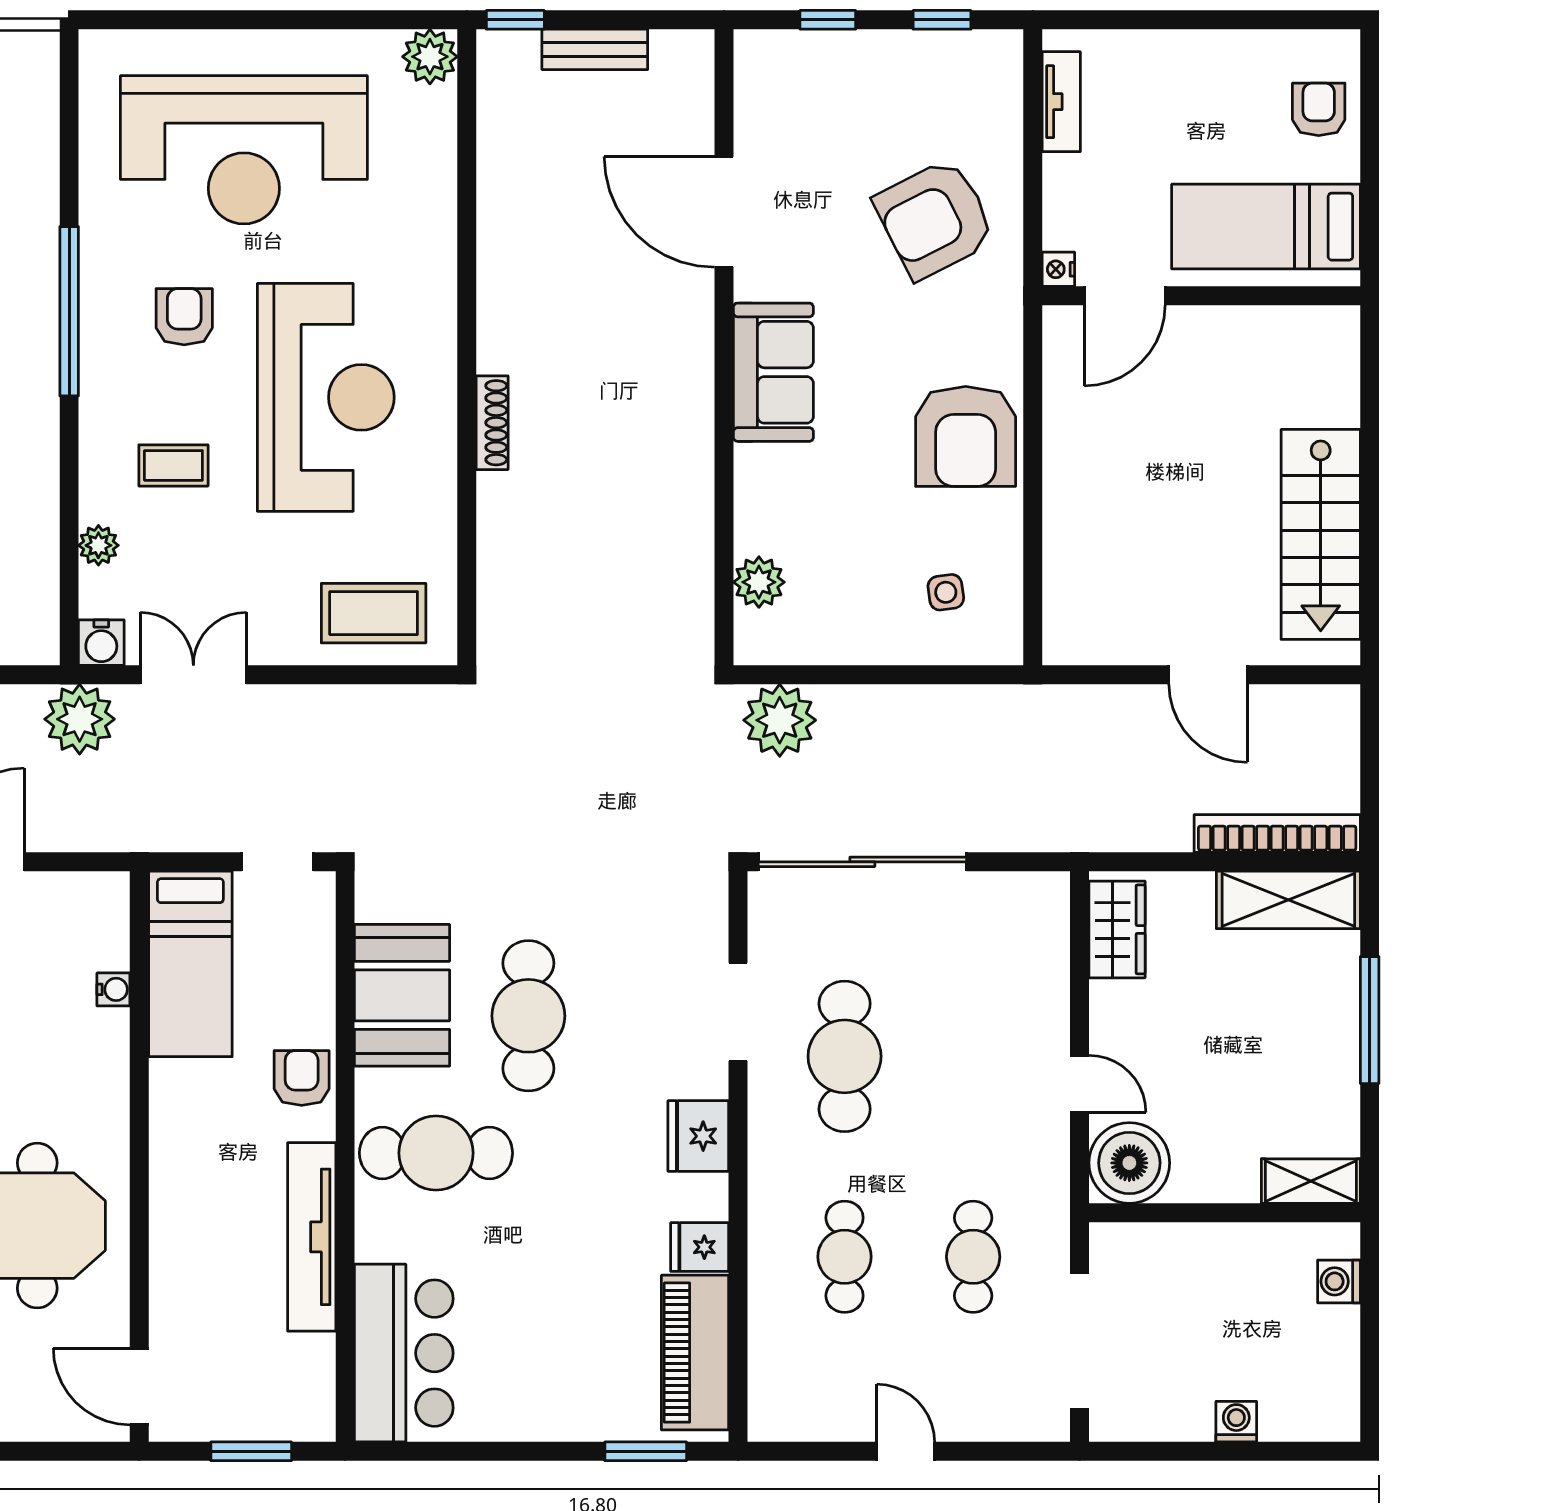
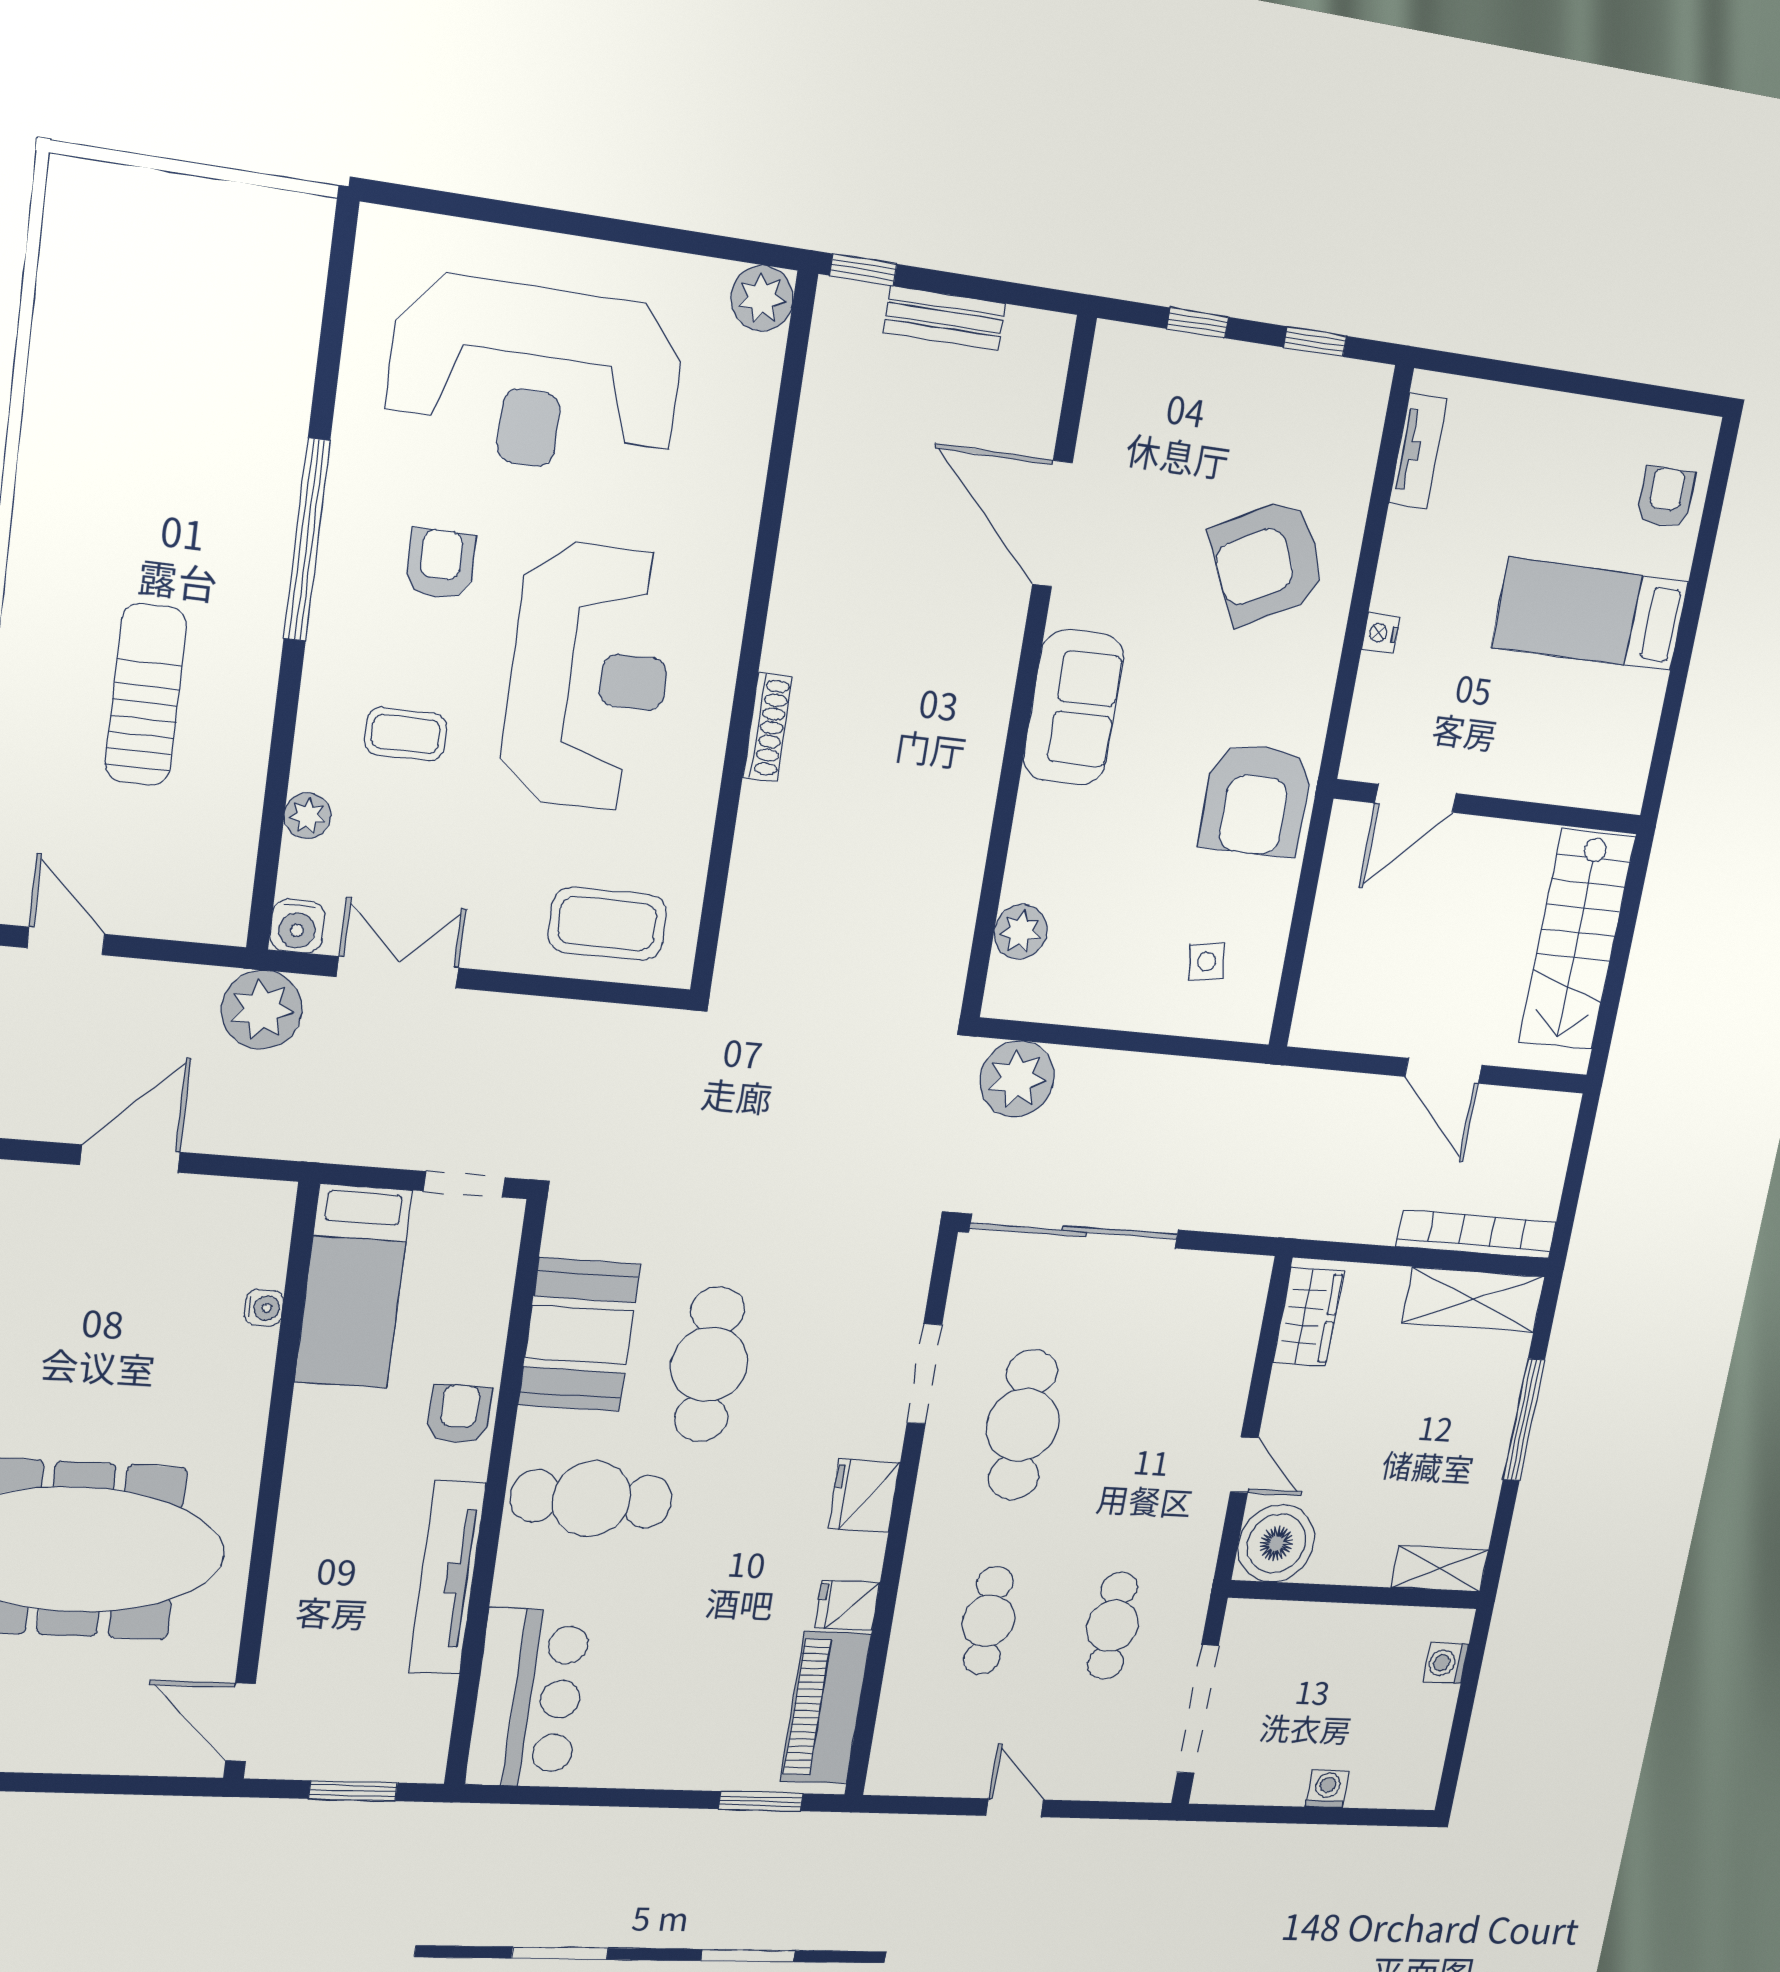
door: (1125, 296) -> (1416, 798), moved
wall: (1201, 296) -> (1489, 807), moved

